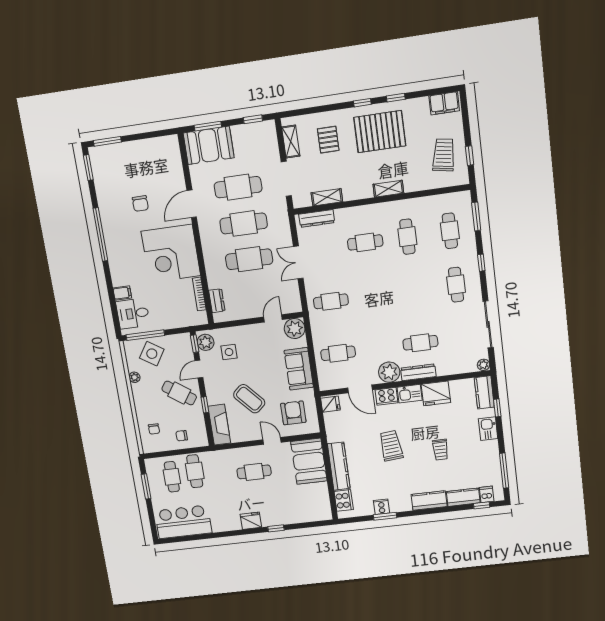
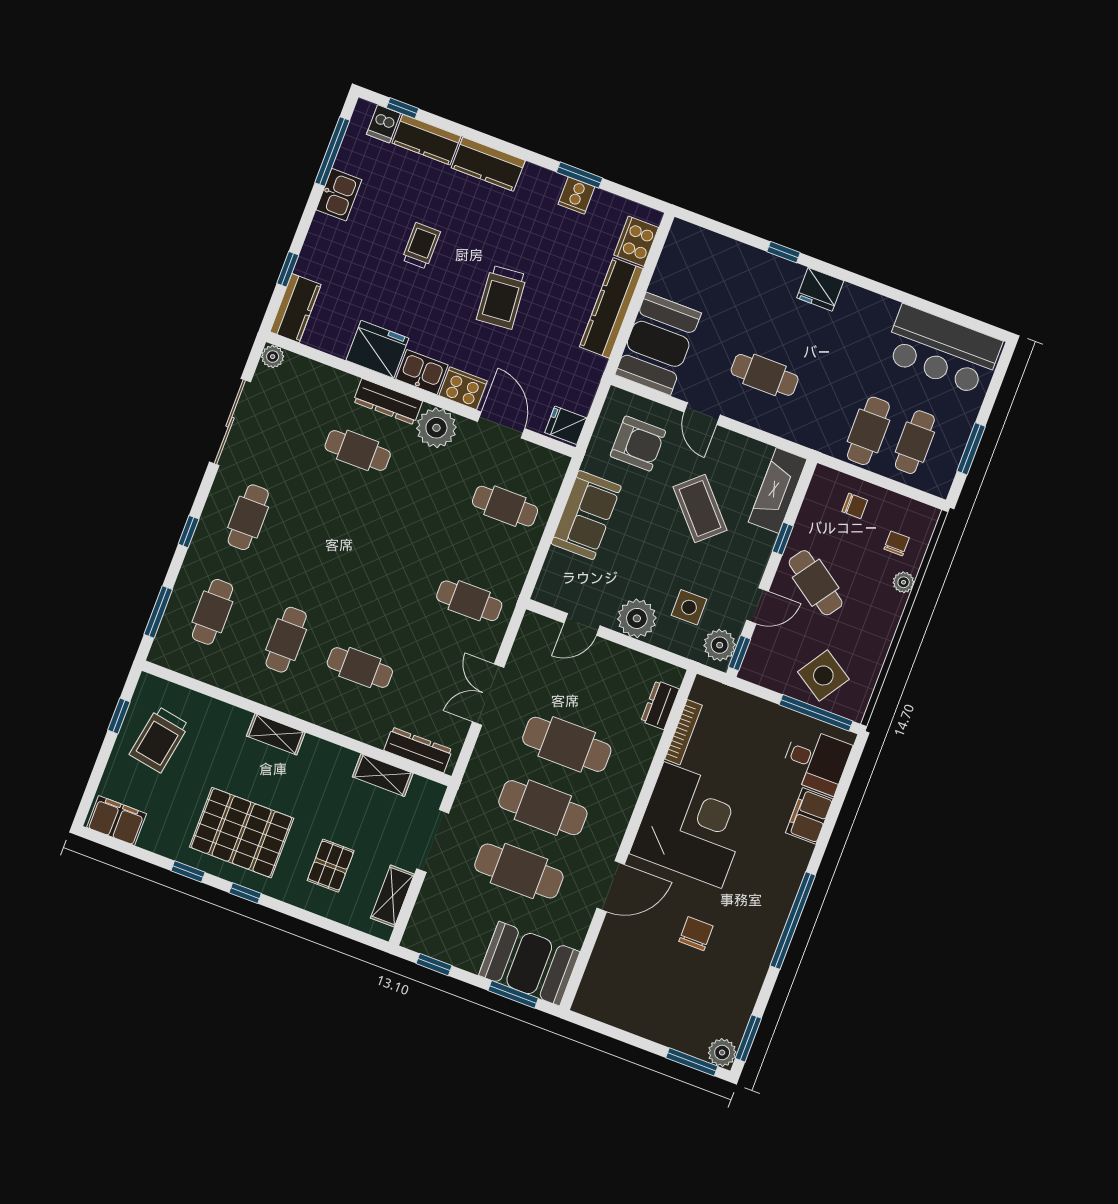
plant: (96, 154) -> (722, 1052), added
double door: (298, 262) -> (488, 695), swing flipped
filing cabinet: (122, 293) -> (809, 816), width x2.00
plant: (295, 329) -> (637, 618), moved
plant: (134, 377) -> (904, 582), moved
armchair: (293, 413) -> (638, 444), turned -90
kitchen sink: (488, 429) -> (339, 195), moved

